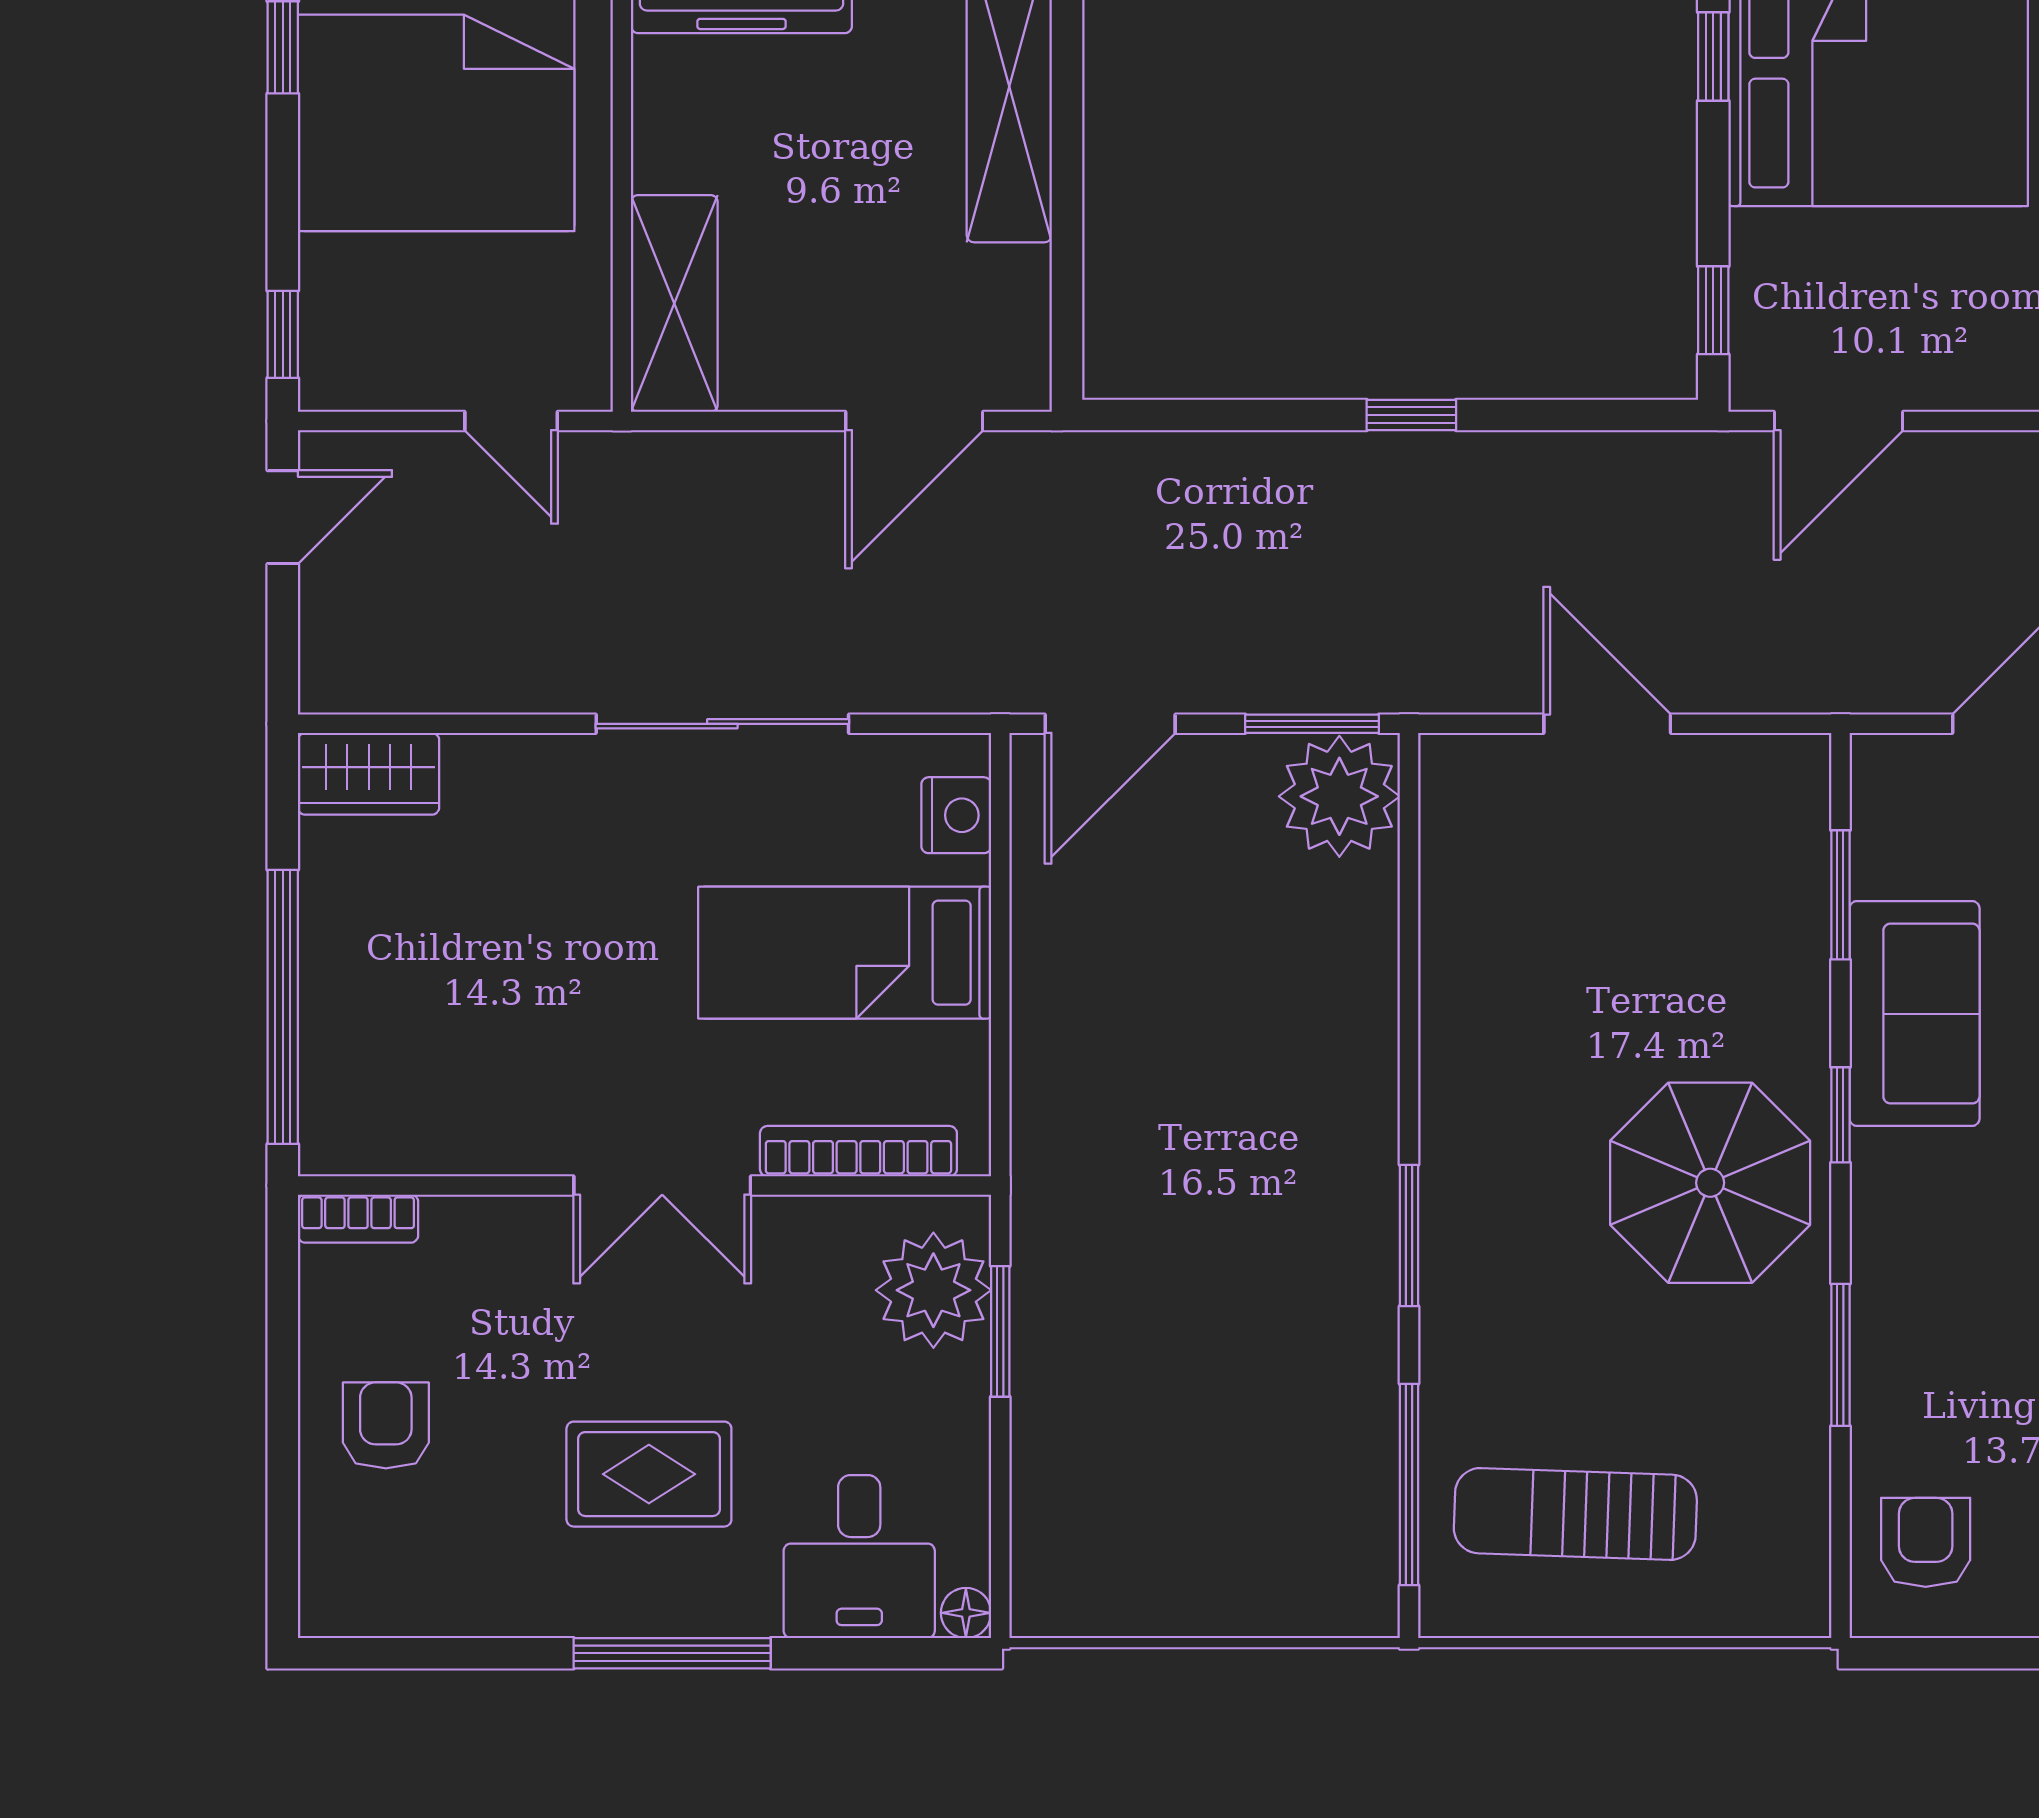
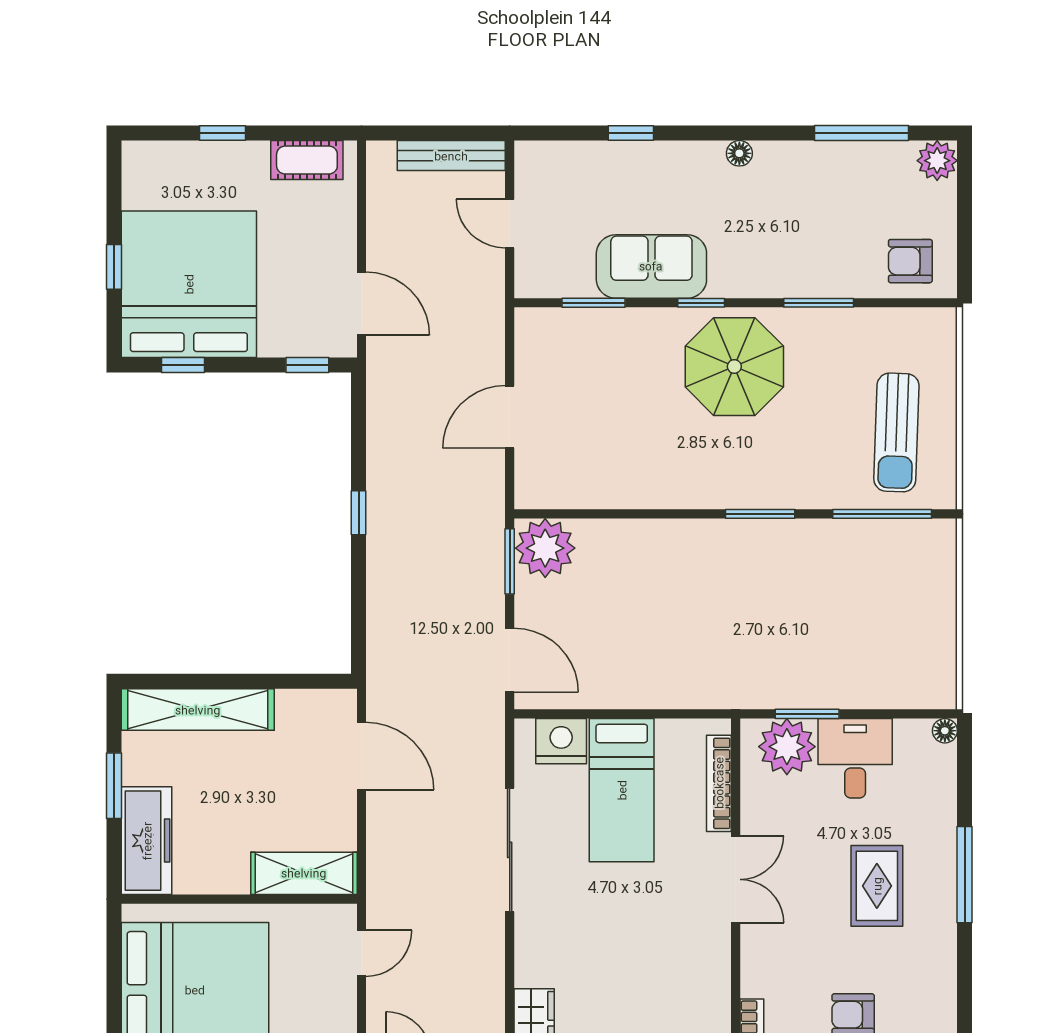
nightstand: (956, 815) -> (561, 741), width x1.36, depth x1.33
desk: (859, 1557) -> (855, 758), moved, turned -90

